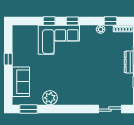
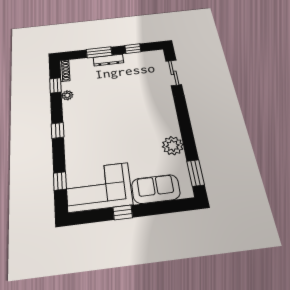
window: (49, 21) -> (60, 181), moved
corner sofa: (59, 40) -> (99, 187), moved, turned -90

